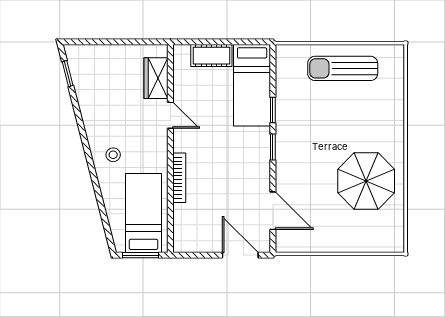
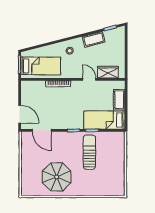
sun lounger: (343, 68) -> (89, 152), moved
cot: (90, 107) -> (94, 39), added
door: (170, 115) -> (89, 79), swing flipped
door: (273, 211) -> (42, 130), hinge flipped
door: (240, 255) -> (20, 114), hinge flipped

